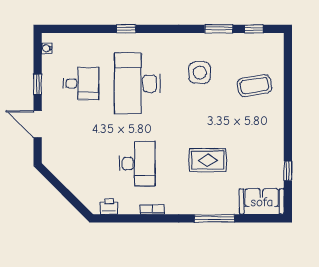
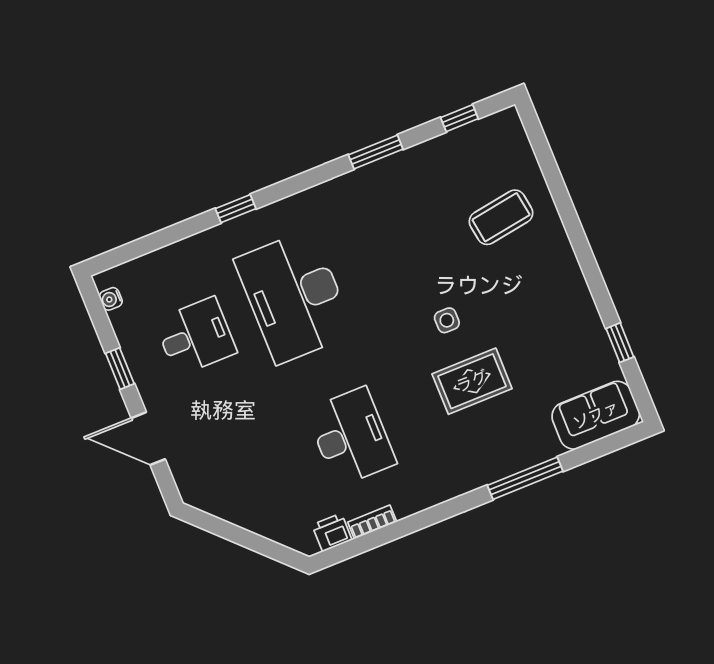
window: (219, 29) -> (376, 152), moved
side table: (200, 73) -> (447, 320), moved, width x0.54, depth x0.54
bookcase: (152, 210) -> (372, 522), moved

